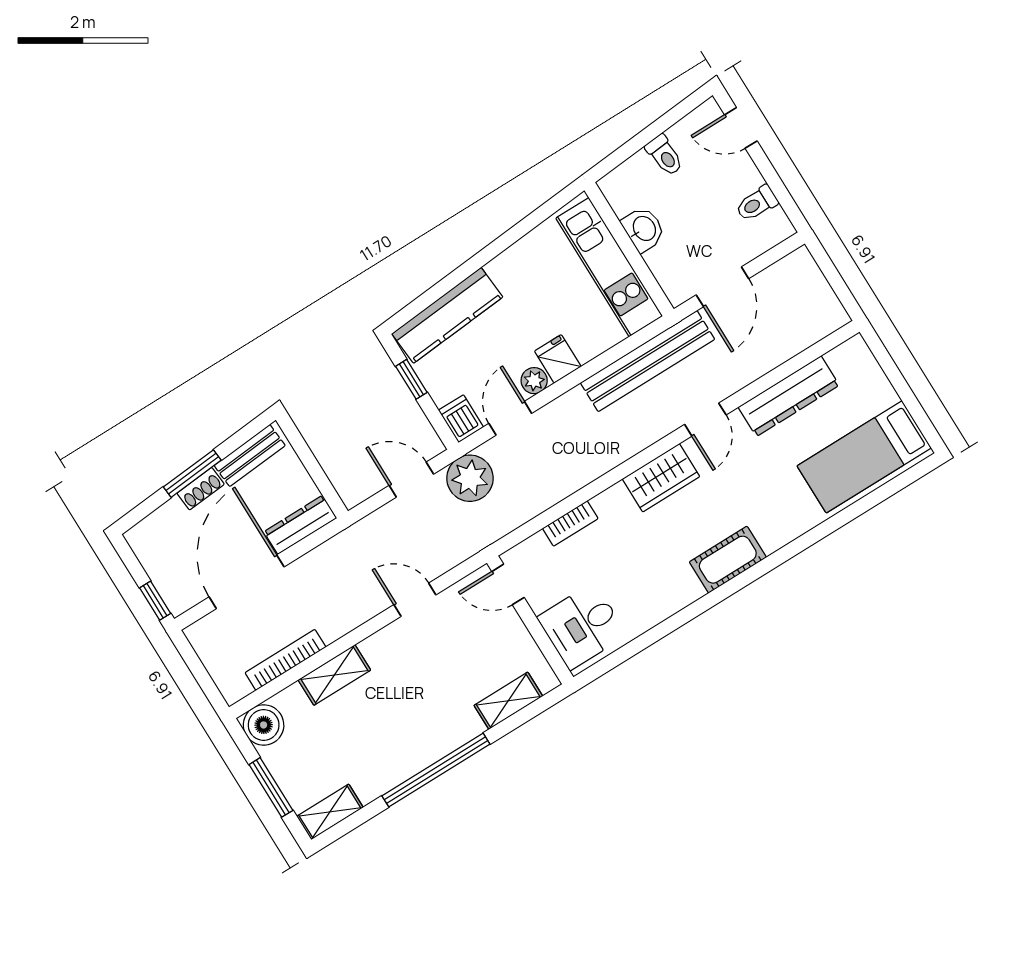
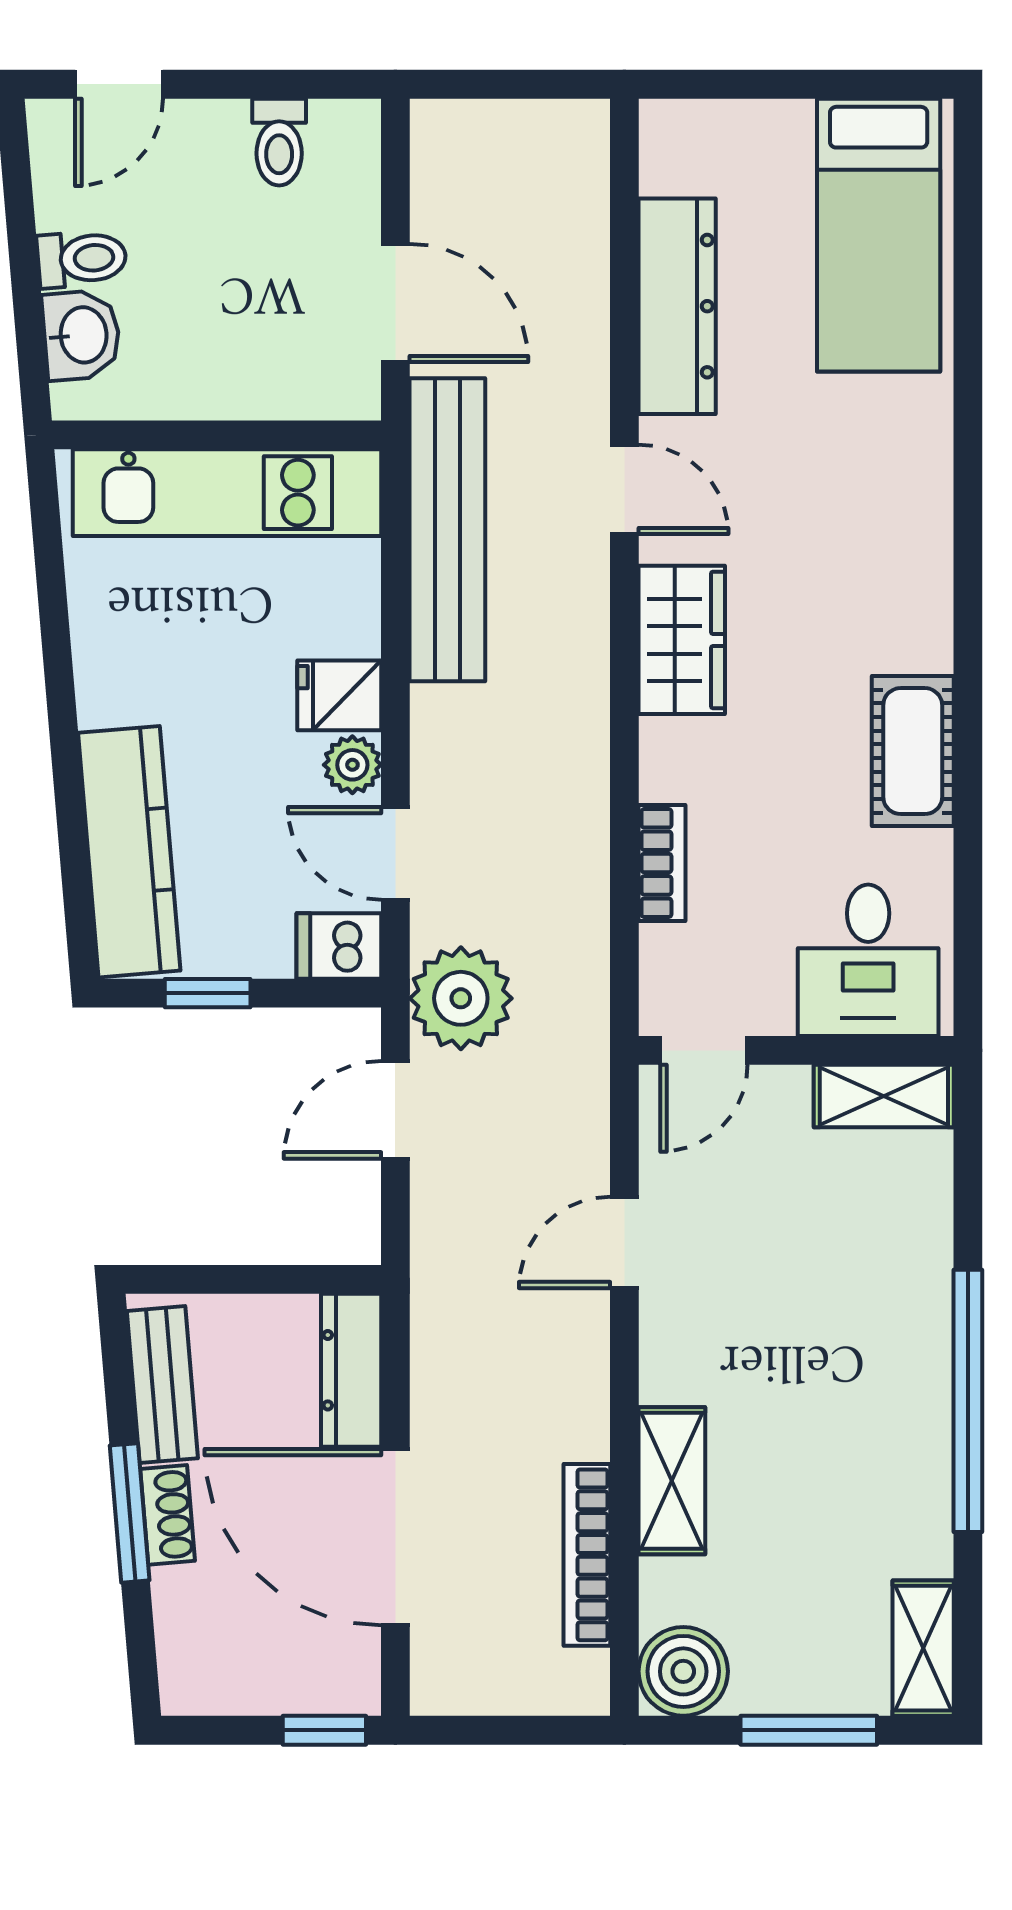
washbasin: (644, 229) -> (81, 335), moved, turned 85
cot: (728, 560) -> (913, 751), moved
shelving: (508, 701) -> (884, 1096), moved, turned 90

